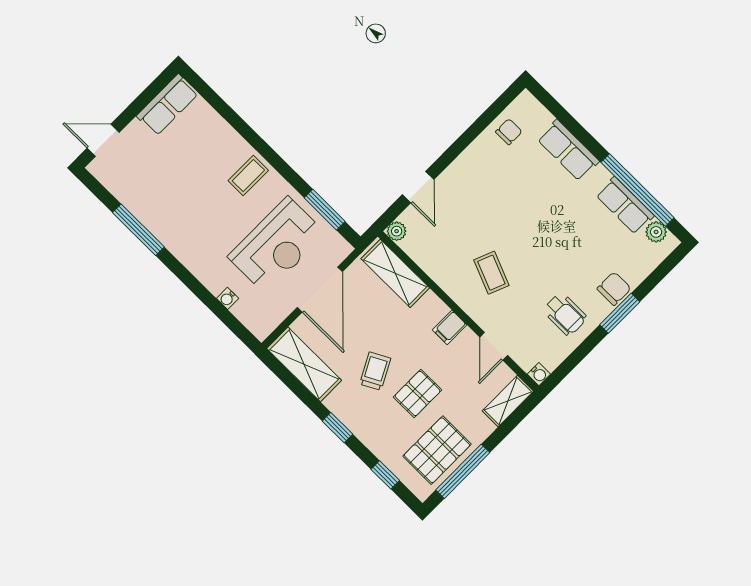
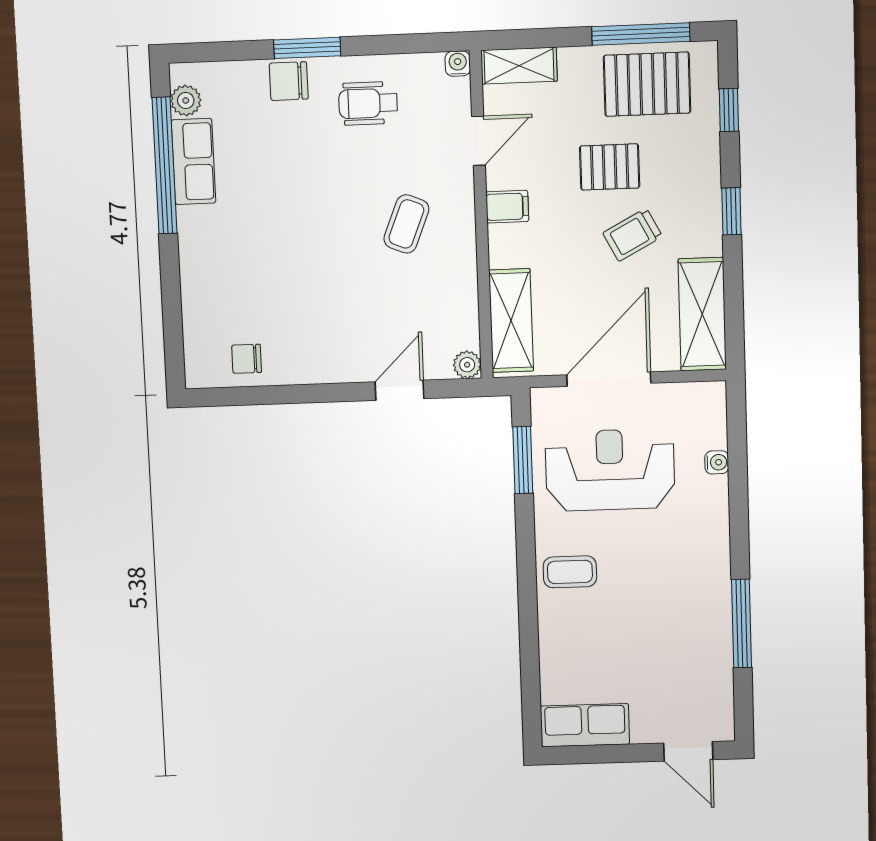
row of seats: (568, 150) -> (201, 279), removed
wheelchair: (565, 314) -> (368, 103), turned -90

